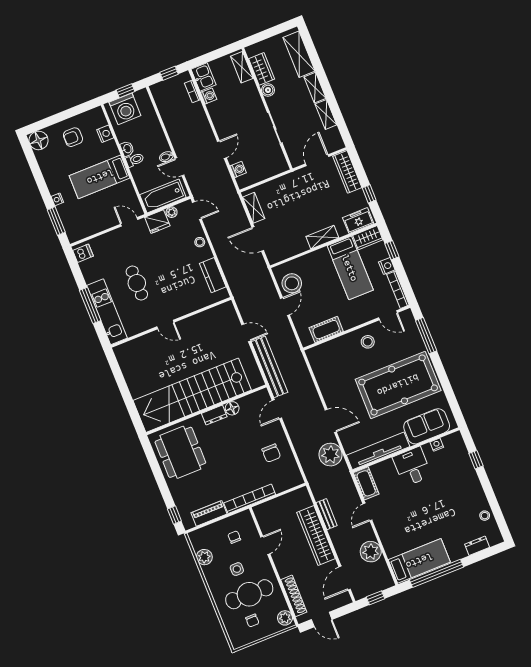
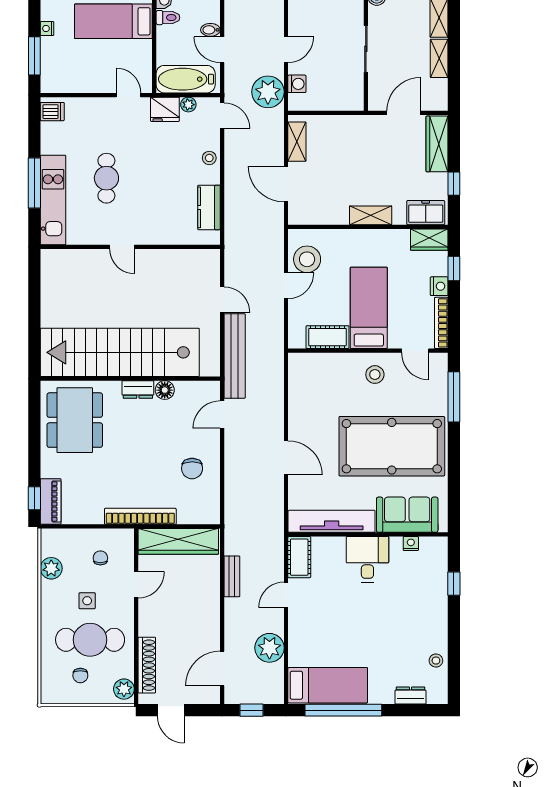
bed: (350, 268) -> (369, 308), moved, turned 180
plant: (330, 455) -> (268, 92), moved
piano: (209, 513) -> (51, 501), moved, turned 90
wardrobe: (316, 535) -> (178, 541), moved, turned -90

